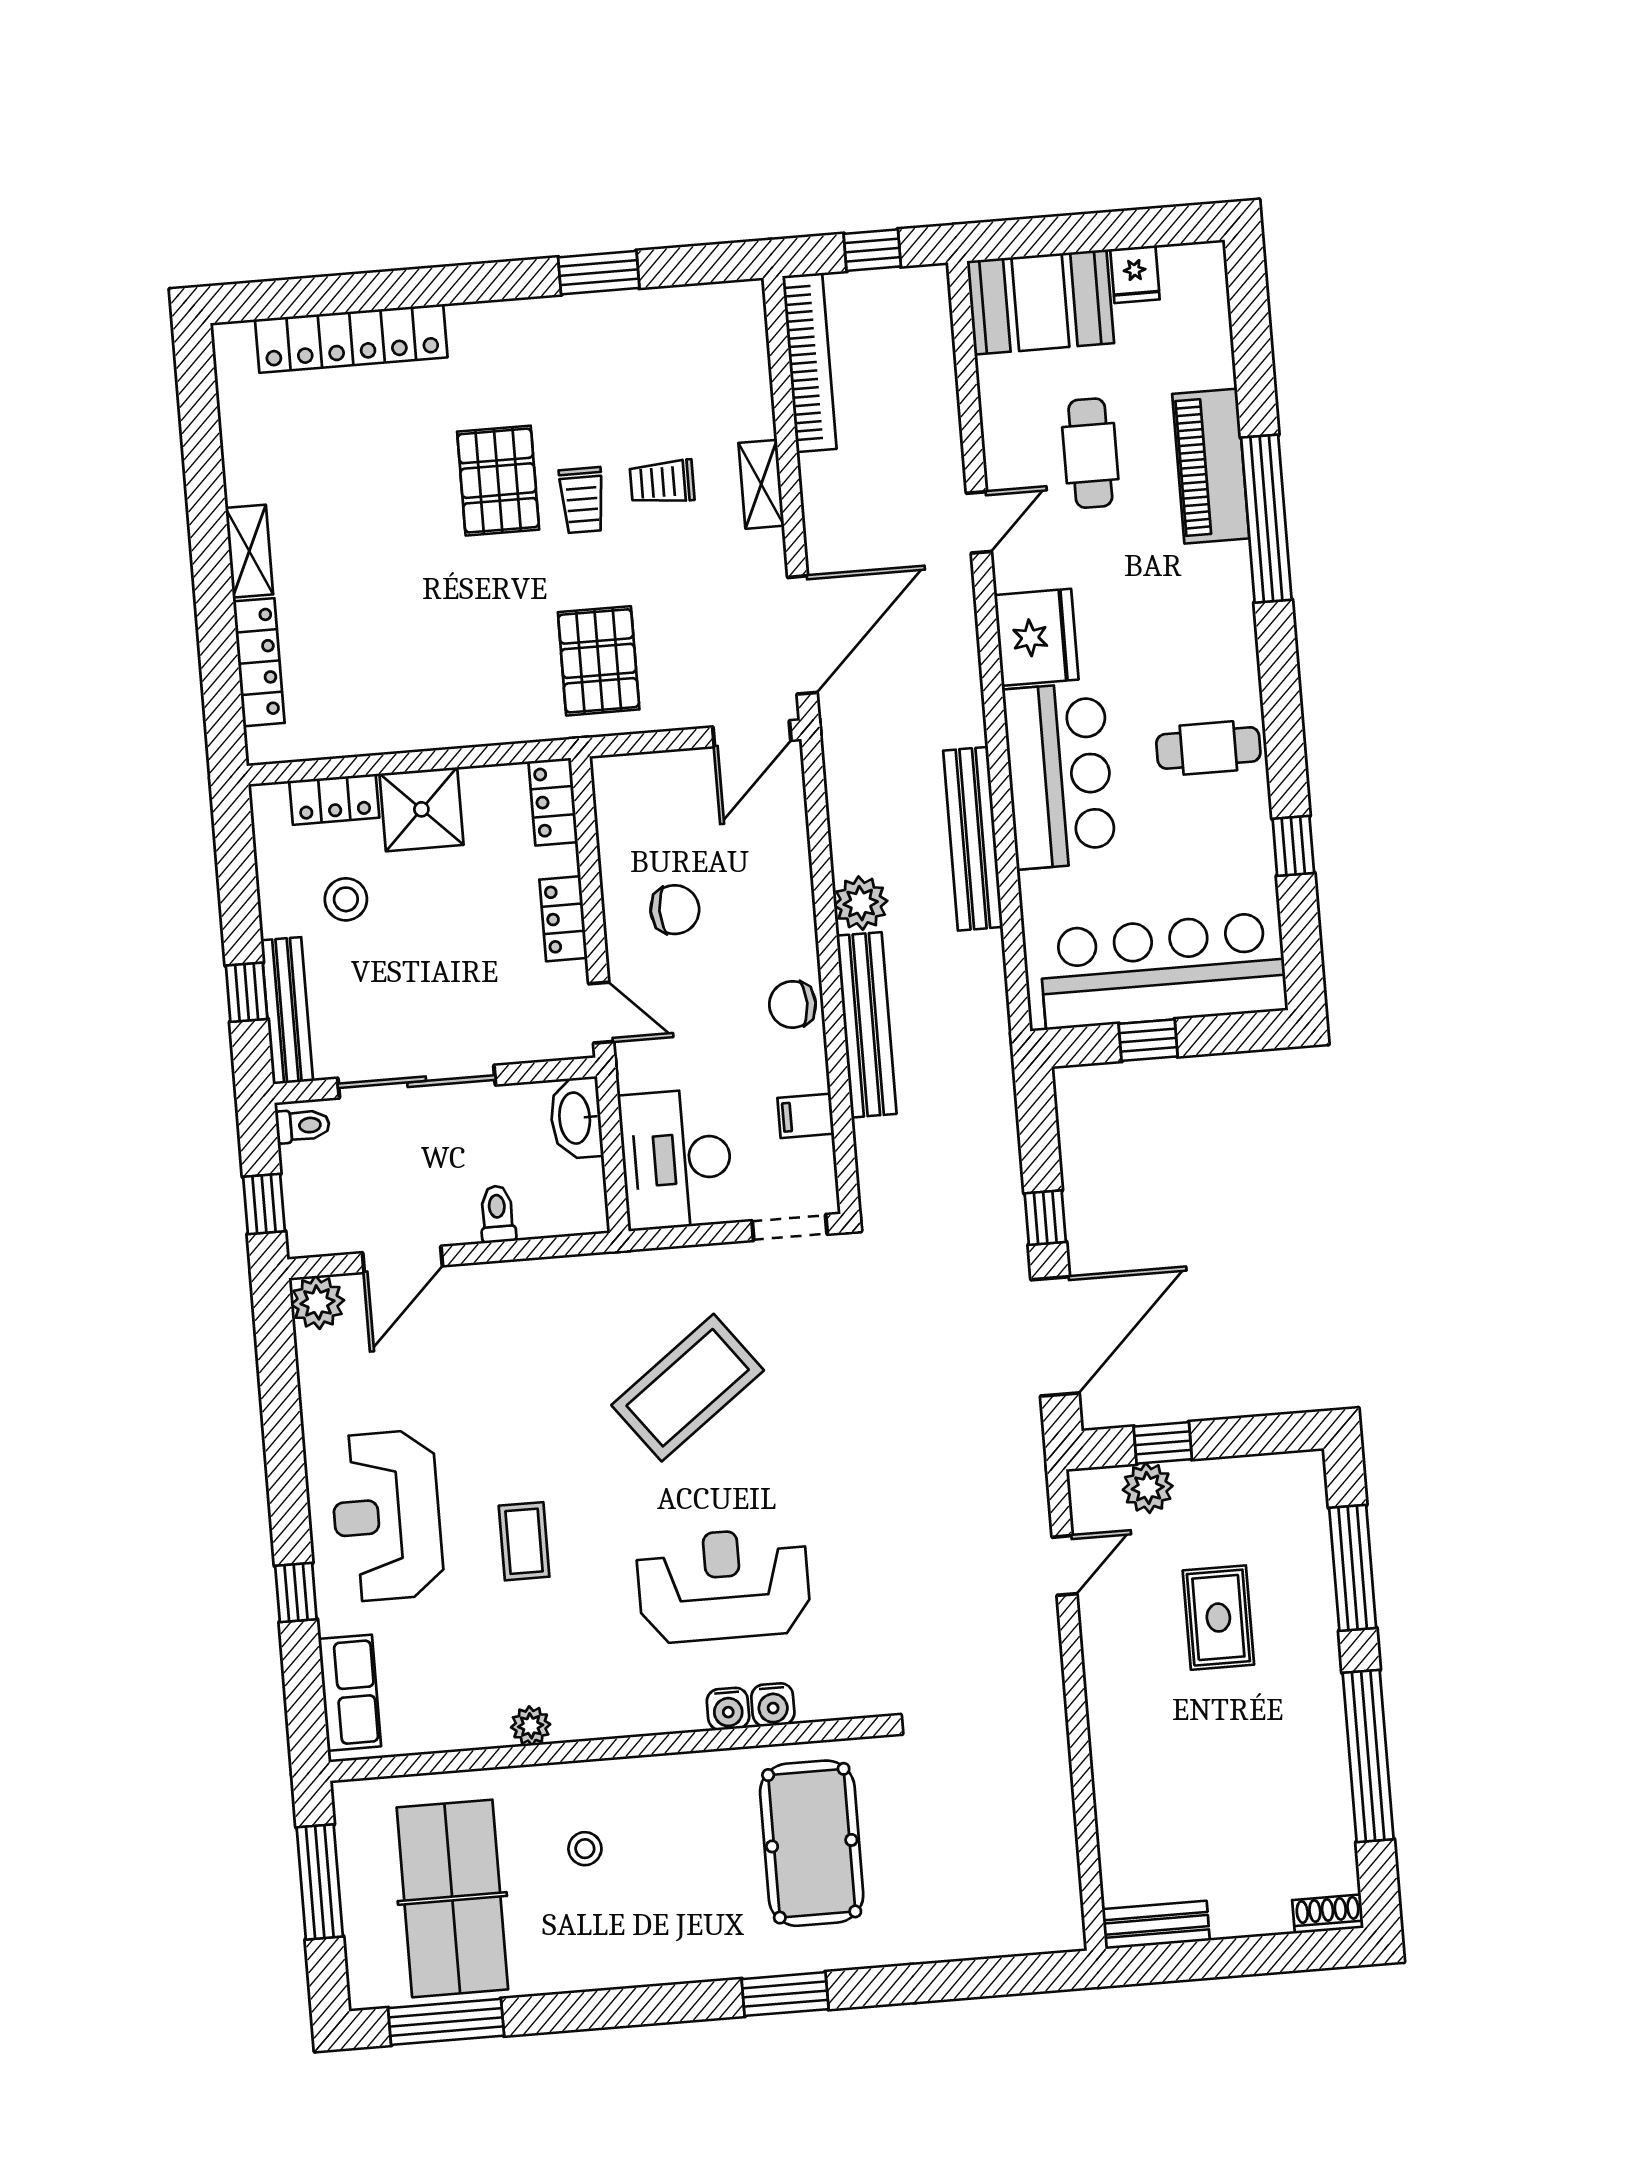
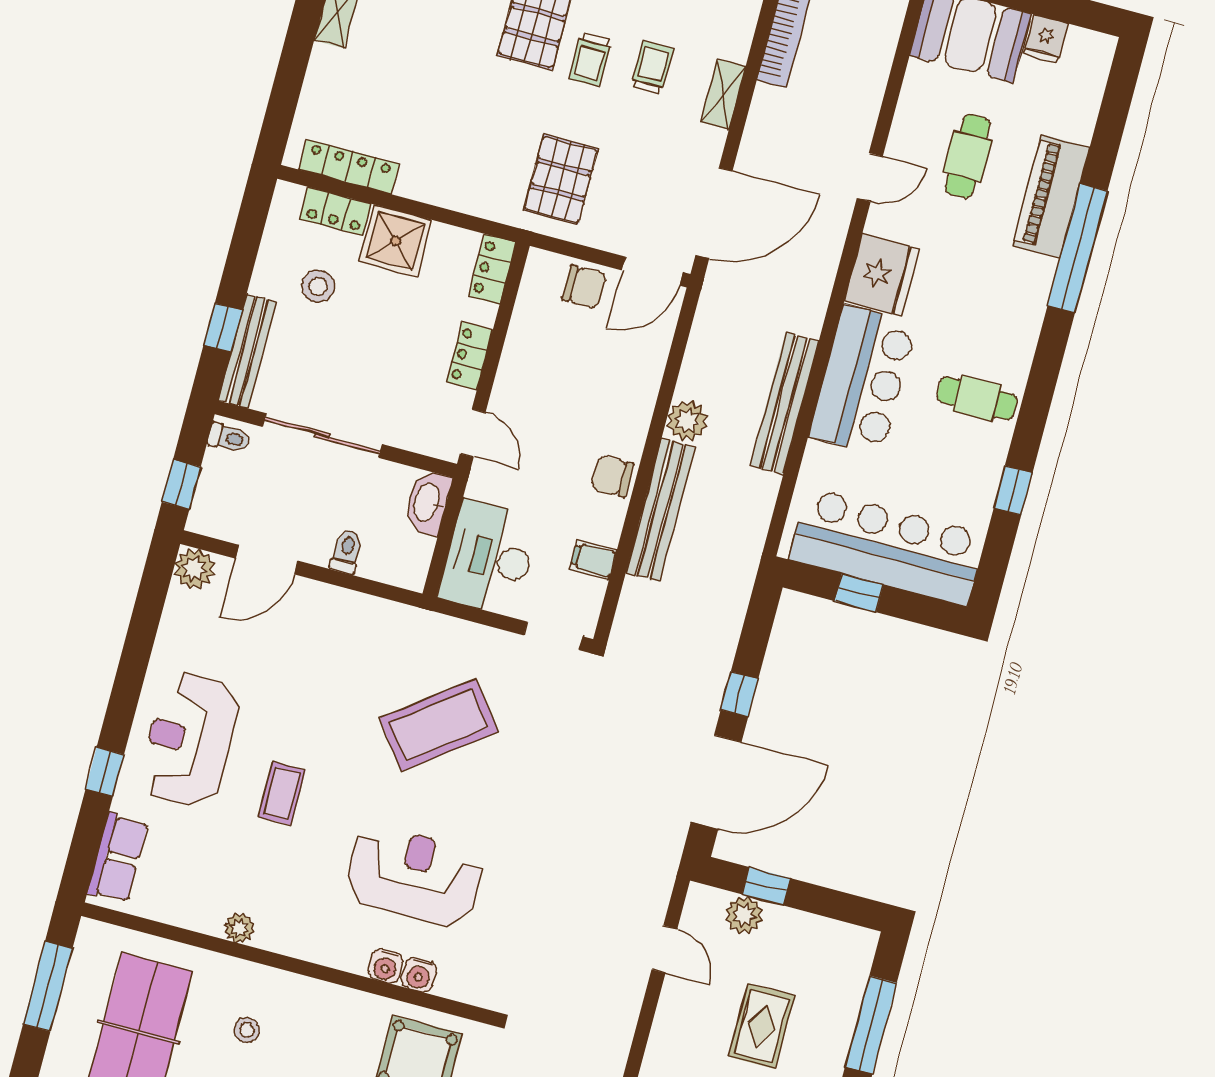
trolley: (662, 482) -> (652, 67), turned 90
locker: (259, 662) -> (349, 167), moved, turned -90
chair: (675, 910) -> (584, 287), moved
door: (1065, 1565) -> (664, 949), hinge flipped

